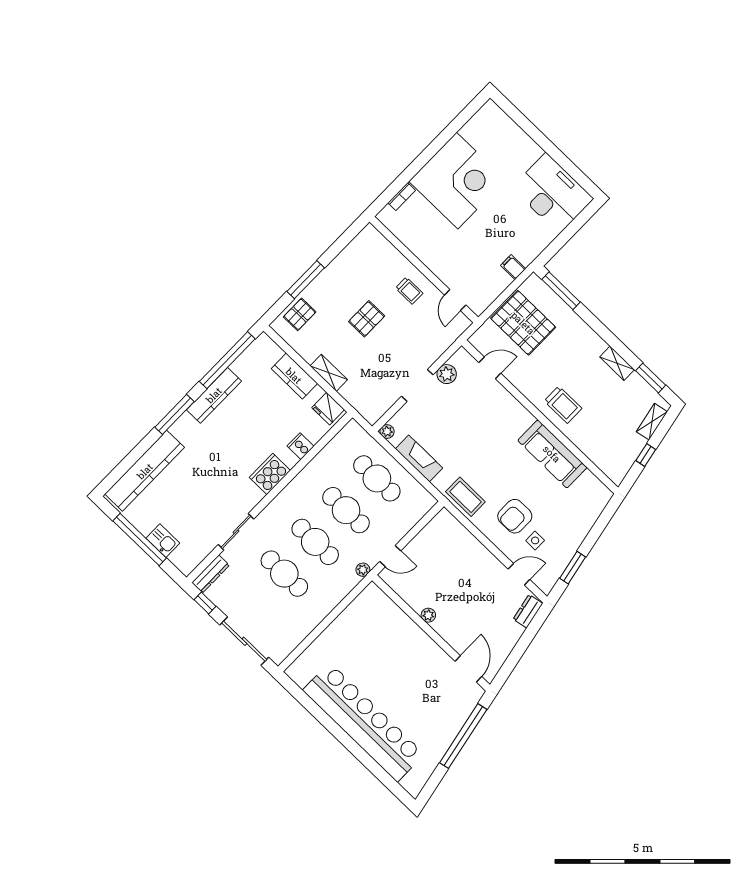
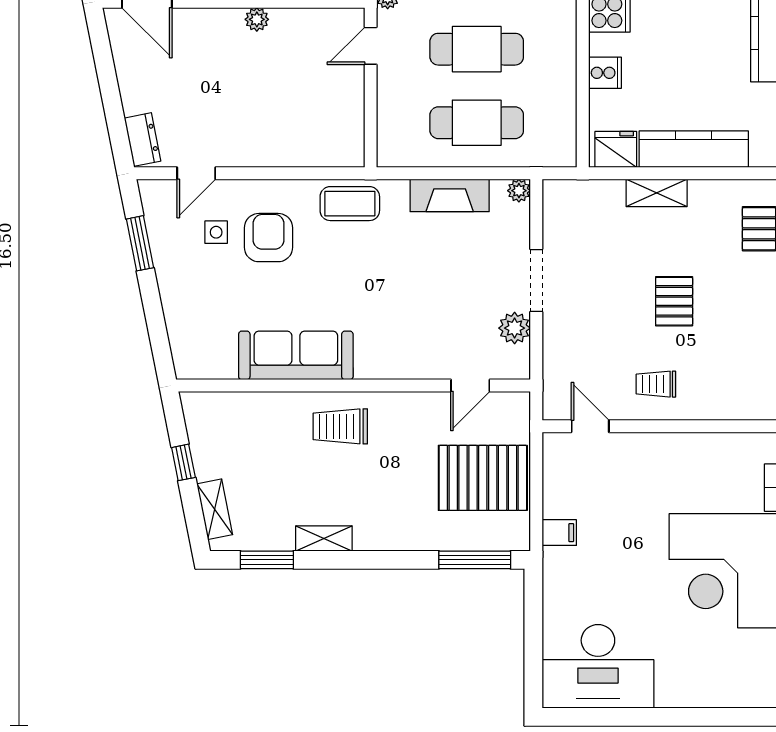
kitchen counter: (294, 376) -> (694, 149), width x1.50

